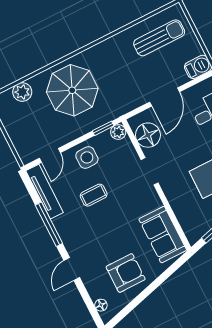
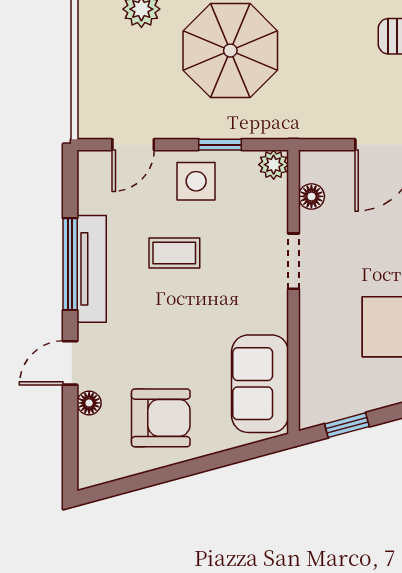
window: (103, 128) -> (220, 145), moved
floor lamp: (148, 135) -> (311, 196), width x0.53, depth x0.53
tv unit: (45, 192) -> (92, 269), moved
floor lamp: (101, 305) -> (89, 403), moved

